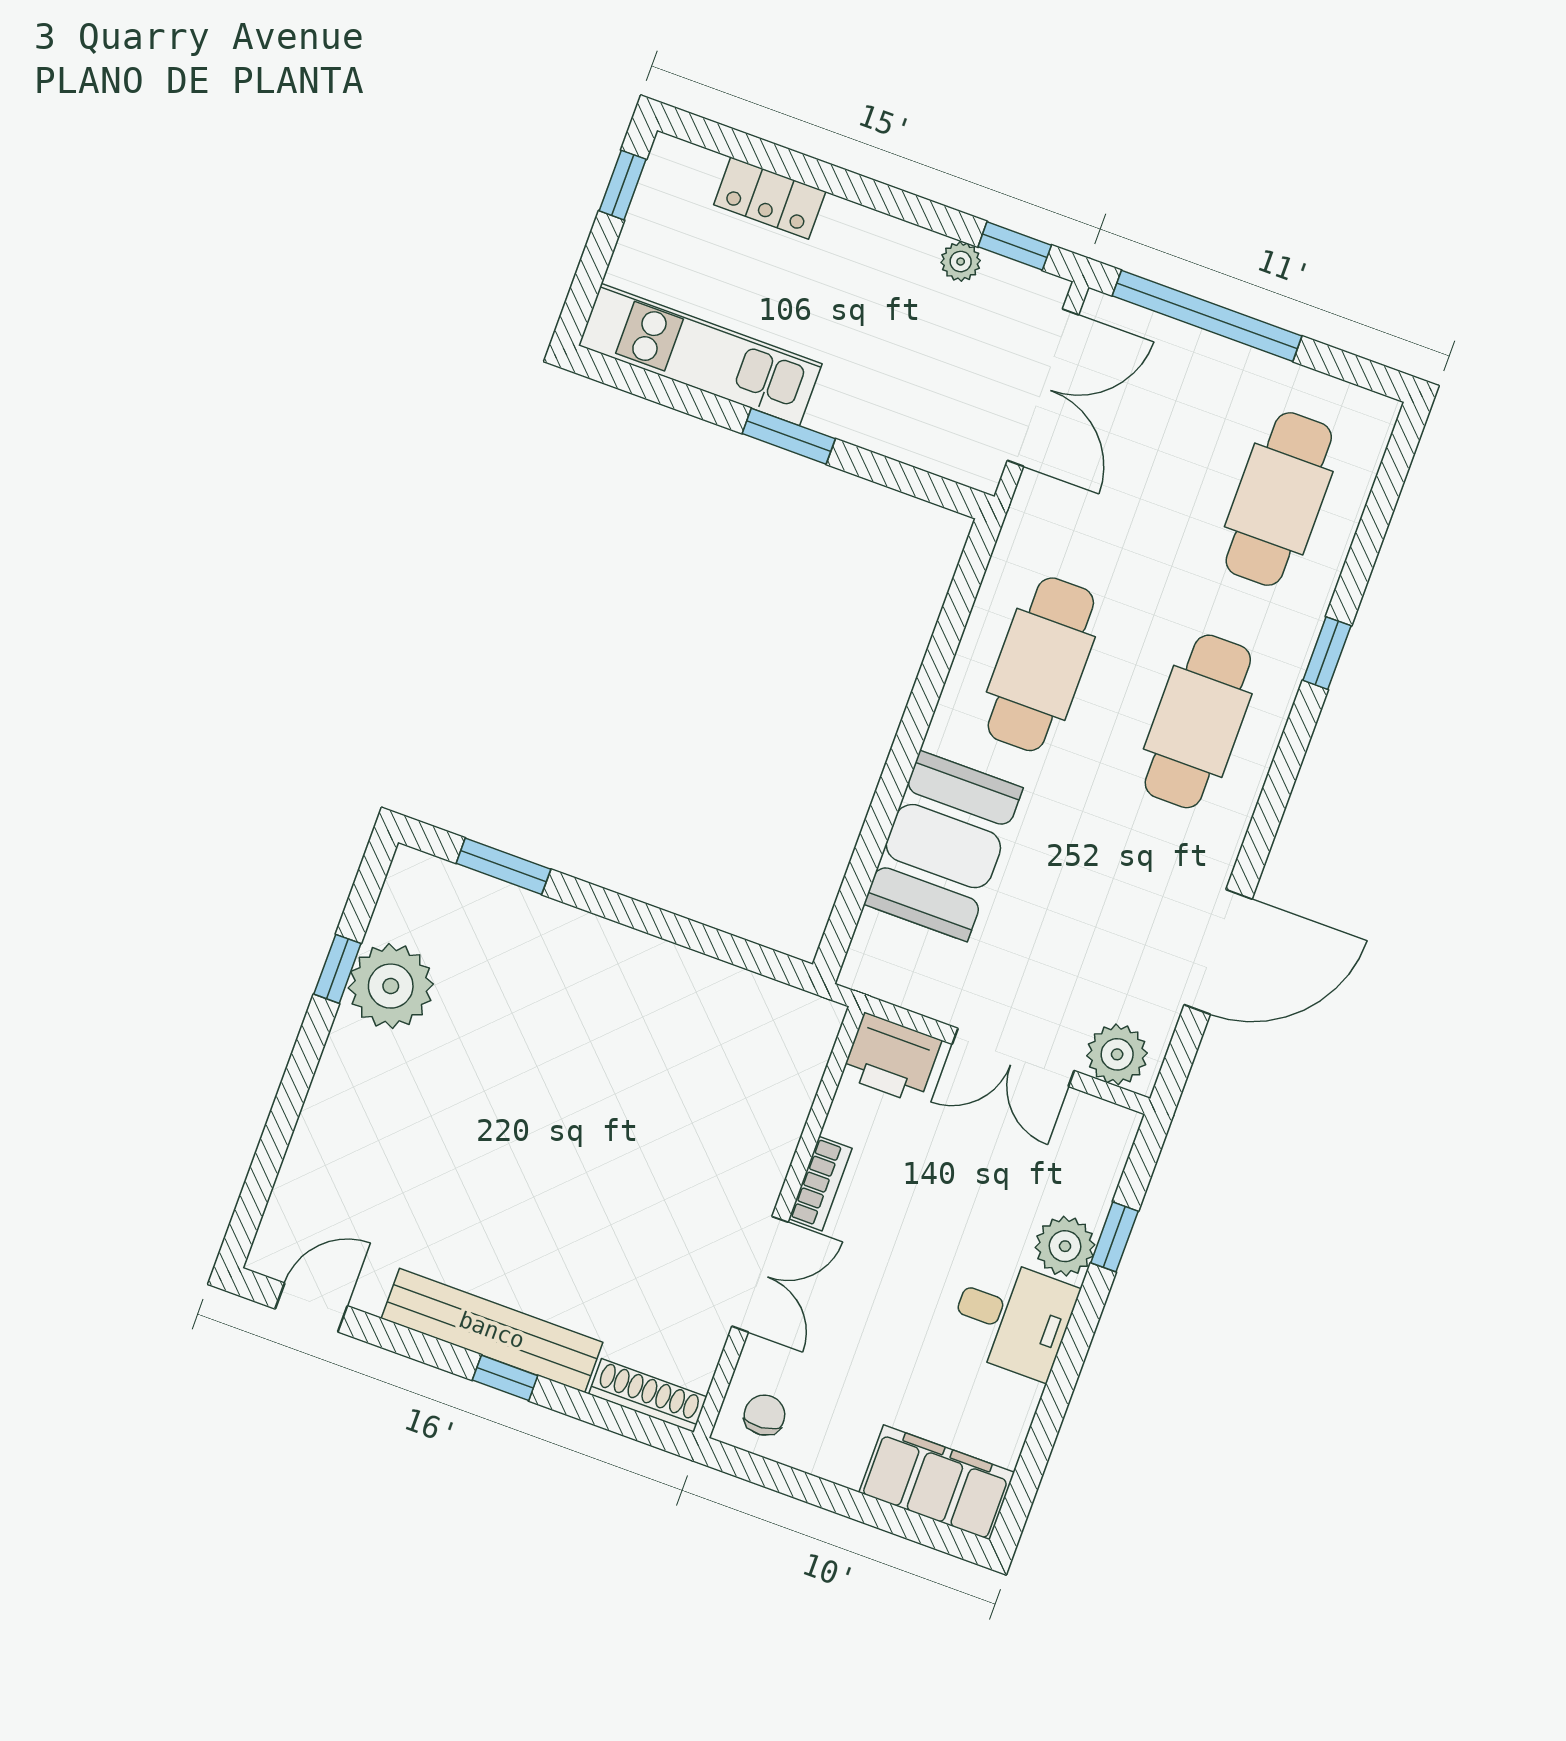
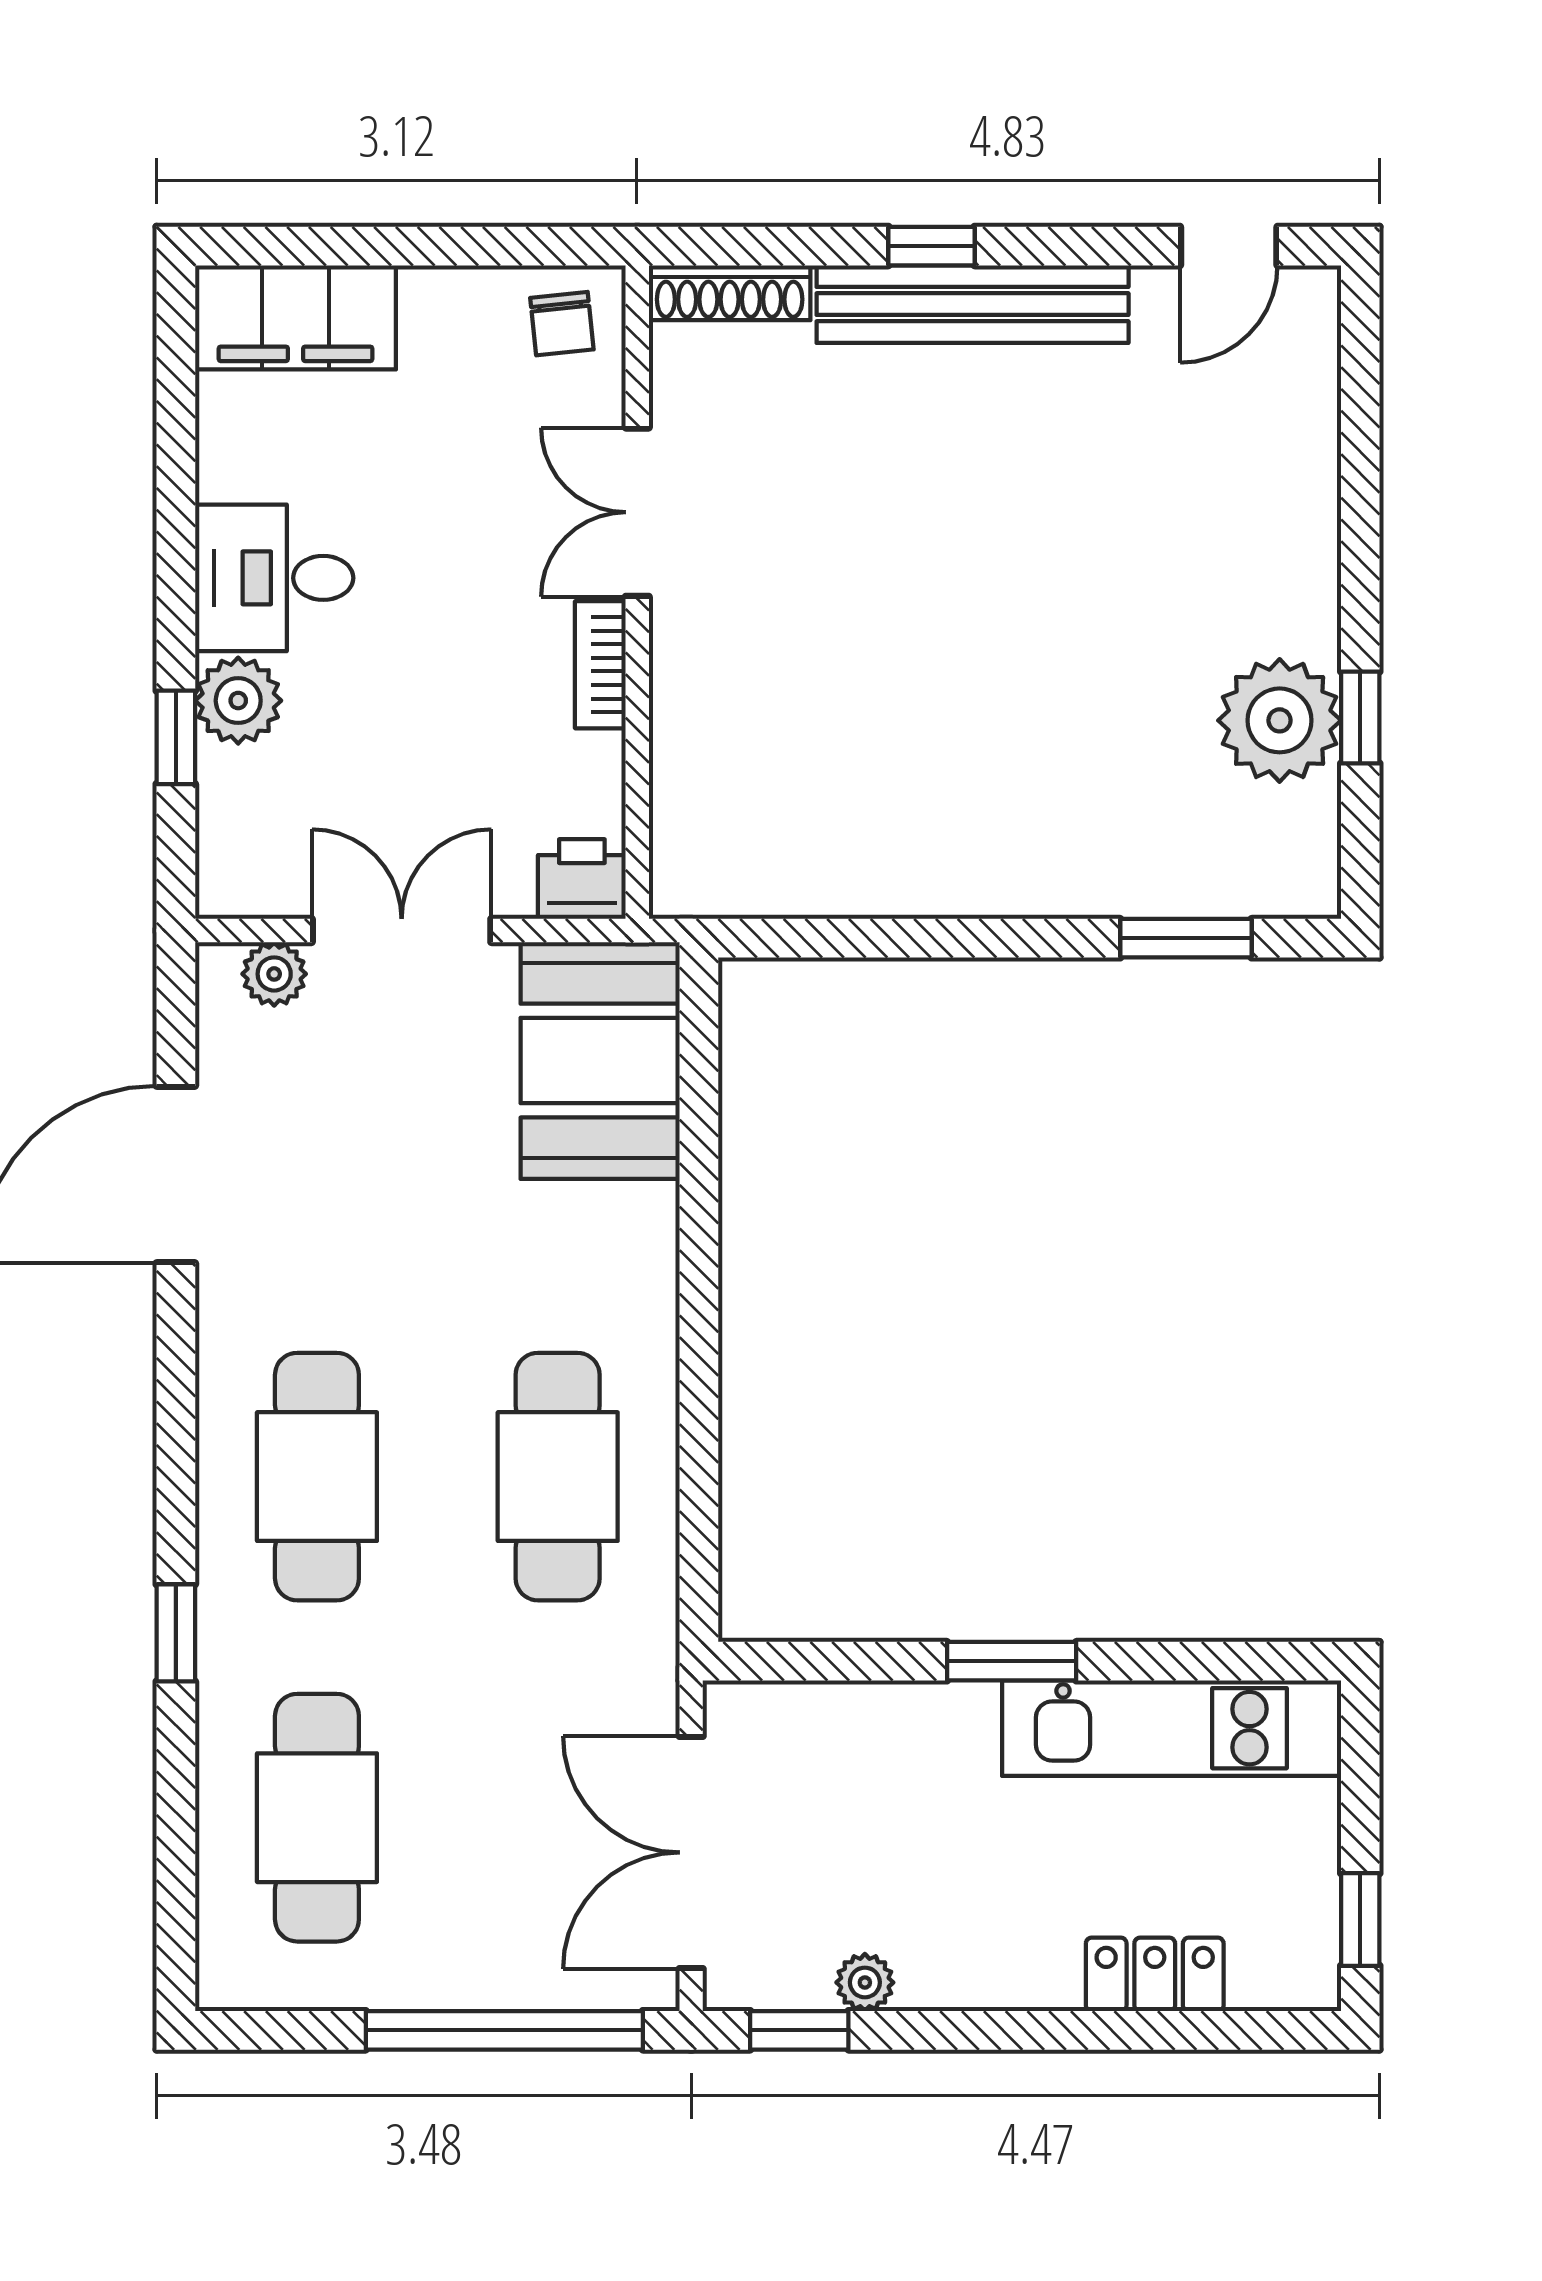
booth: (943, 846) -> (600, 1061), moved
plant: (1117, 1054) -> (274, 974), width x0.73, depth x0.73
printer: (891, 1058) -> (582, 879), width x0.73, depth x0.81

